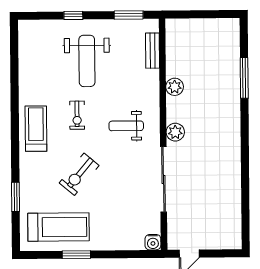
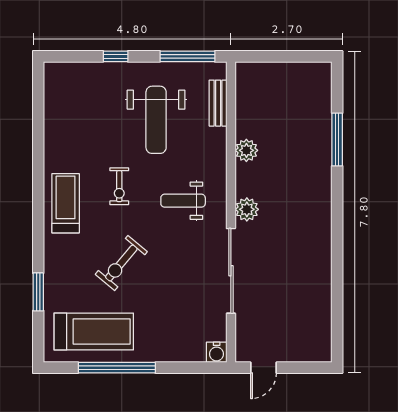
window: (129, 15) -> (187, 56), width x1.44
weight bench: (87, 61) -> (156, 120), moved
window: (76, 255) -> (117, 368), width x2.11

